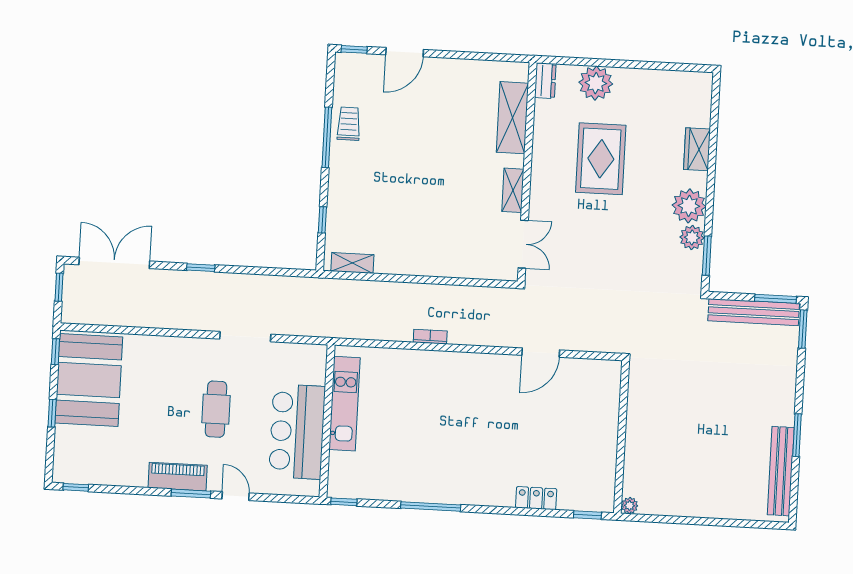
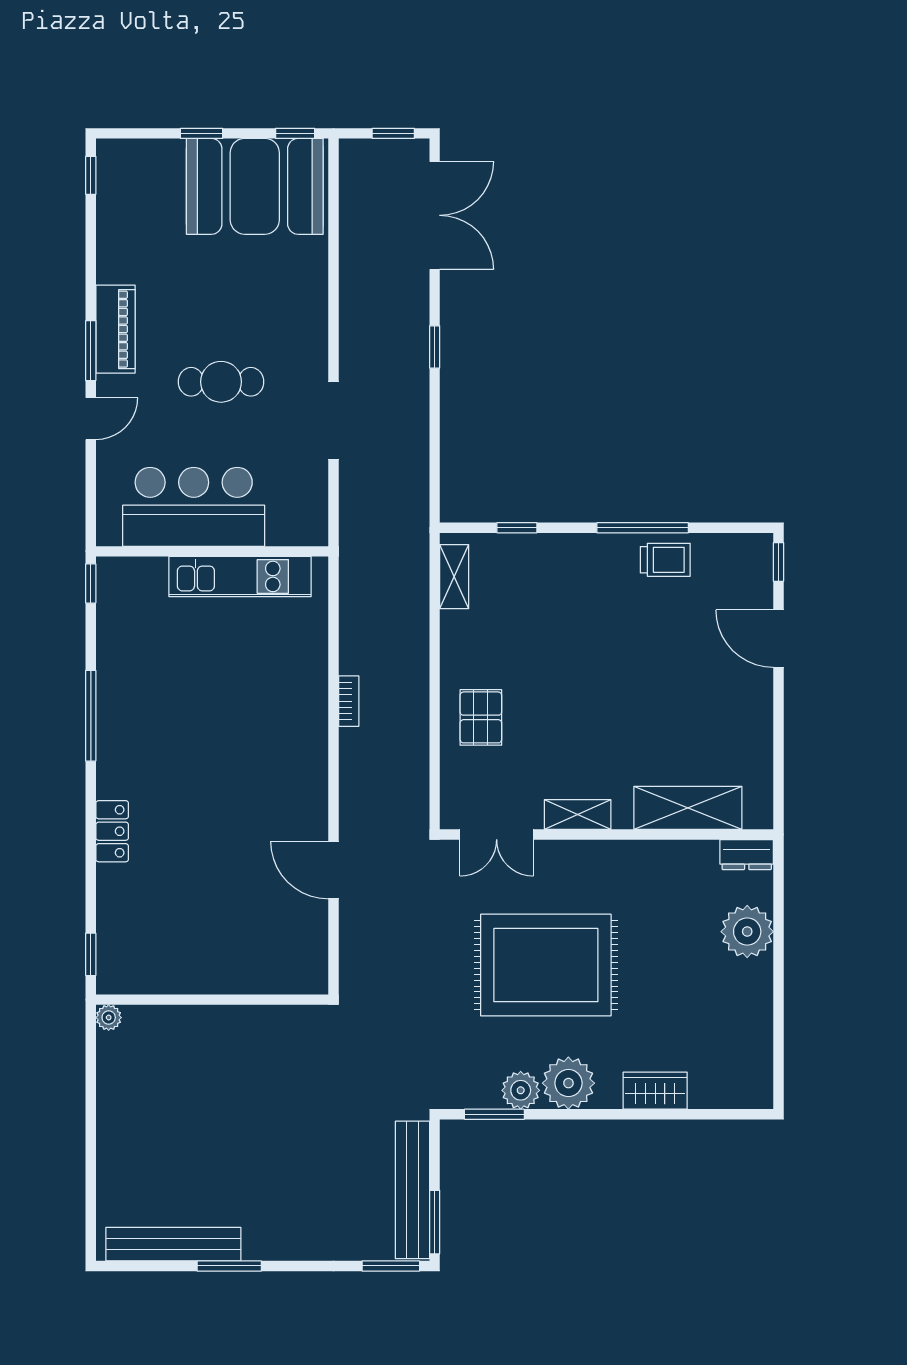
rug: (601, 159) -> (546, 965), moved, width x1.37, depth x1.44
pallet: (446, 250) -> (481, 717), added
locker: (536, 498) -> (112, 831), moved

